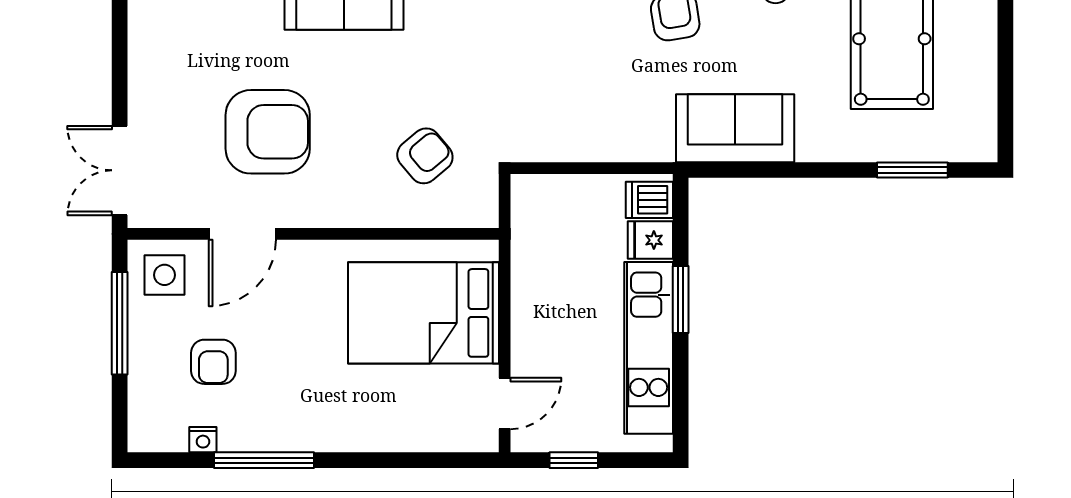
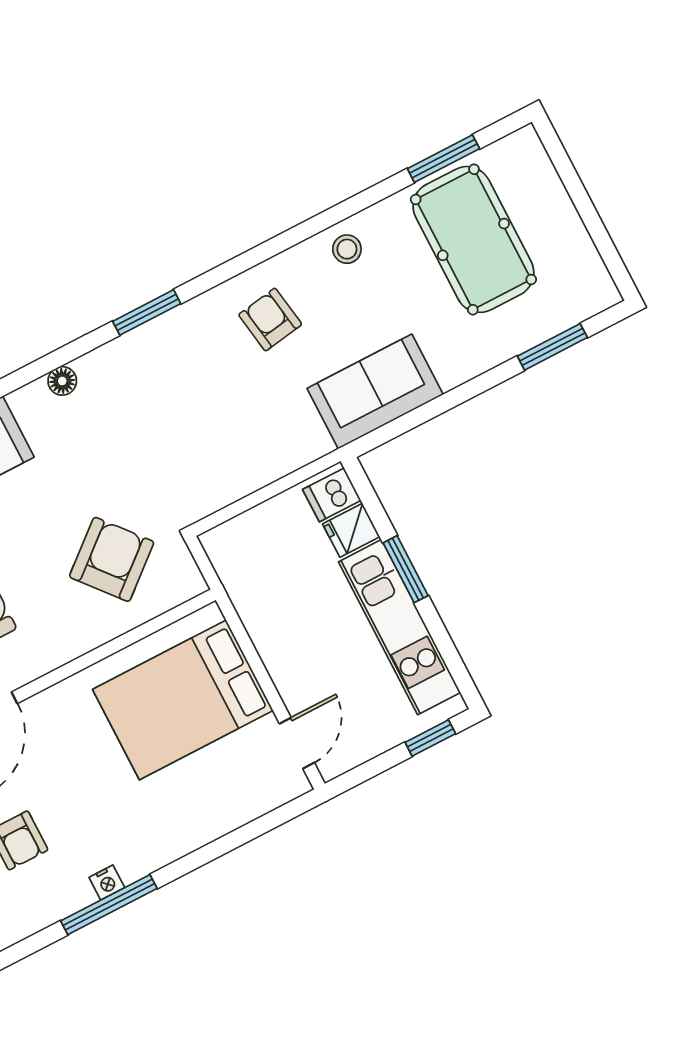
armchair: (425, 156) -> (112, 559), width x1.38, depth x1.38
nightstand: (203, 440) -> (107, 882), moved
window: (574, 460) -> (430, 738), moved

